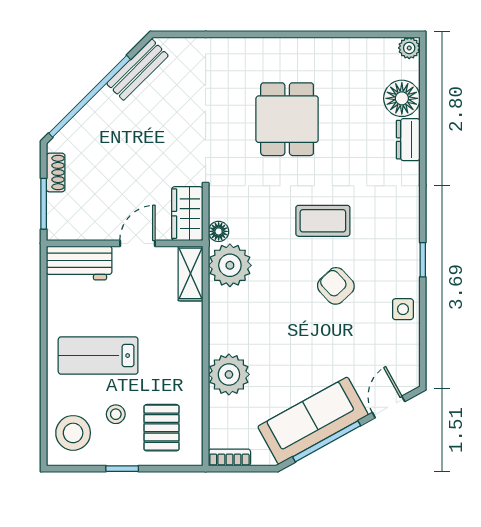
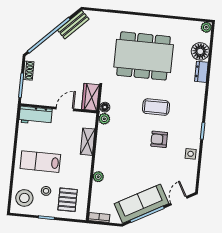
dining table: (287, 119) -> (144, 56), width x1.88, depth x1.24
plant: (230, 265) -> (104, 119), width x0.53, depth x0.53
shelving: (191, 273) -> (88, 142), moved
armchair: (336, 286) -> (159, 139), turned -47
plant: (229, 374) -> (98, 177), width x0.53, depth x0.53

